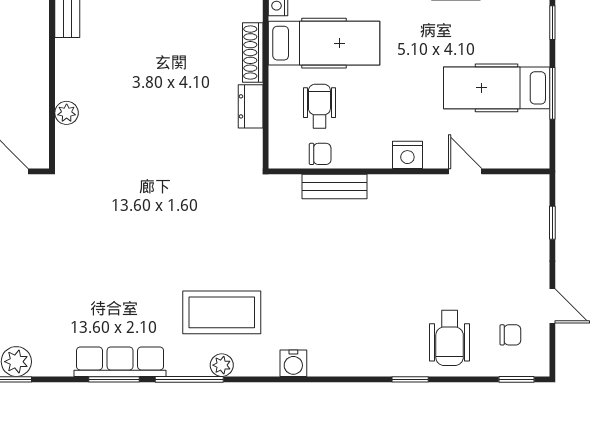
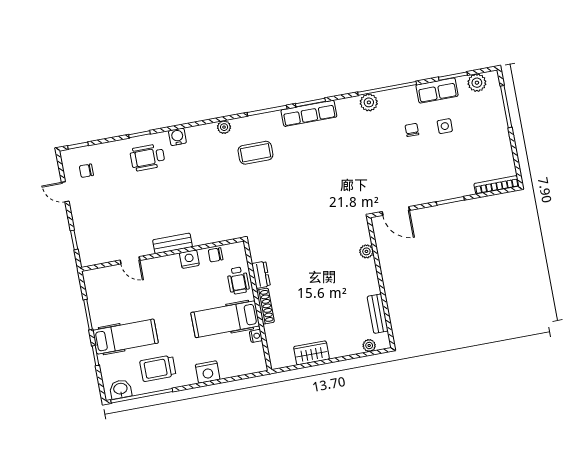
hospital bed: (497, 88) -> (125, 337), moved
wheelchair: (319, 106) -> (238, 280), moved
nightstand: (407, 155) -> (189, 259), moved
bench: (335, 187) -> (172, 243), moved
coffee table: (222, 312) -> (255, 153), width x0.73, depth x0.76
wheelchair: (450, 338) -> (147, 157), moved, turned -90
water cooler: (293, 363) -> (177, 137), moved
plant: (222, 365) -> (224, 127), moved

